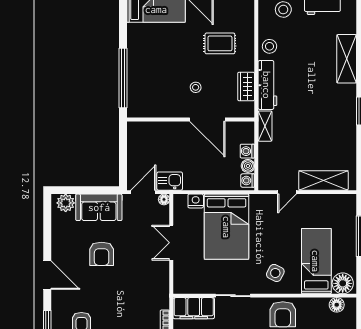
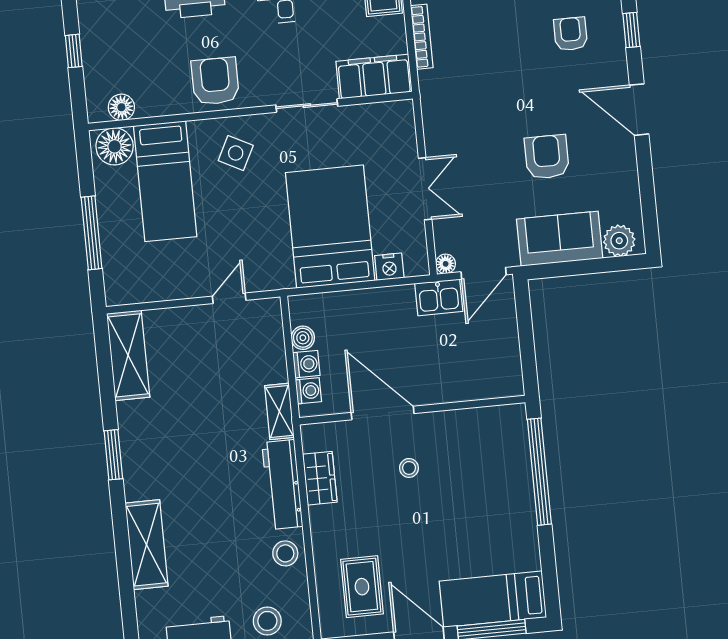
rug: (220, 43) -> (362, 587), moved, turned 90
shelving: (323, 180) -> (128, 355), moved, turned 90
washing machine: (248, 181) -> (308, 391), moved

